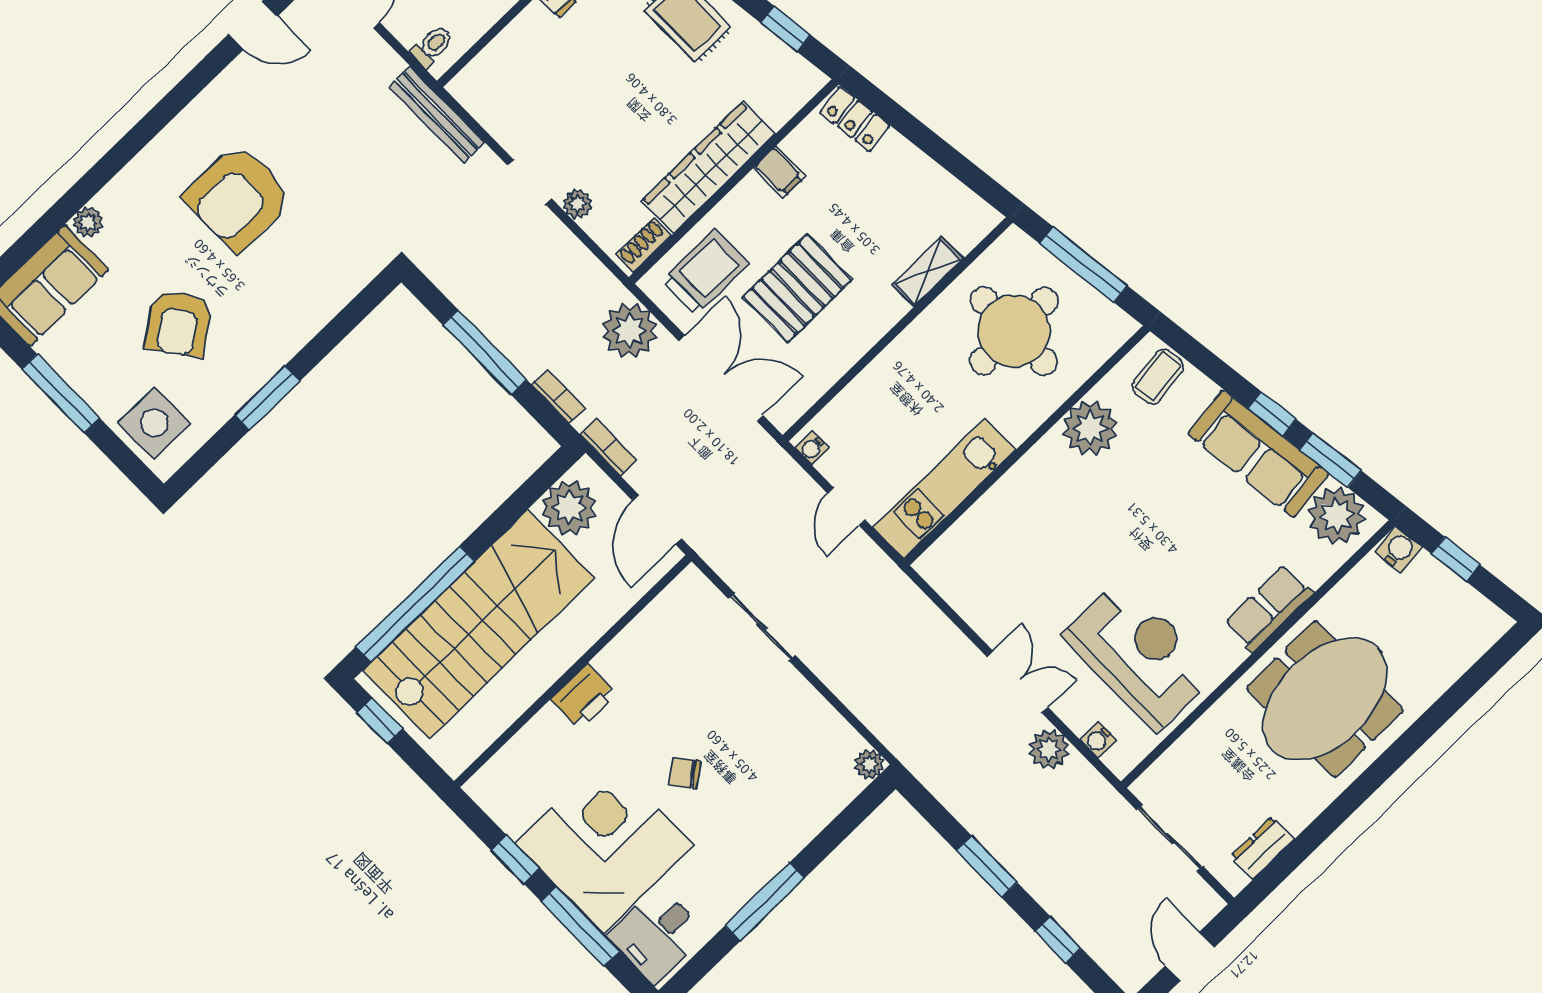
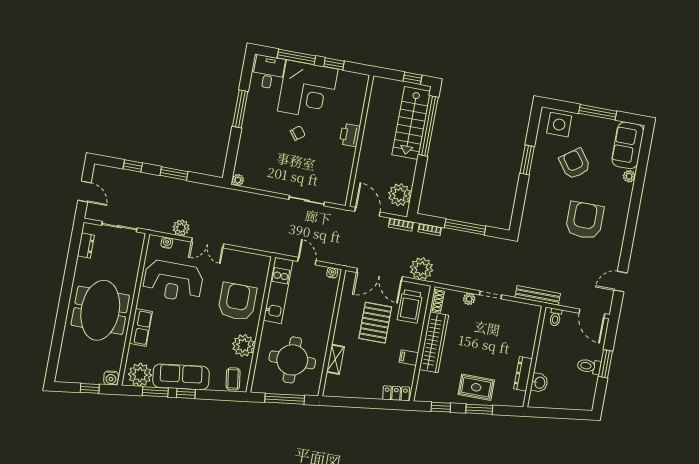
armchair: (1041, 524) -> (237, 302), added
stairs: (479, 624) -> (411, 123), width x0.73, depth x0.66

